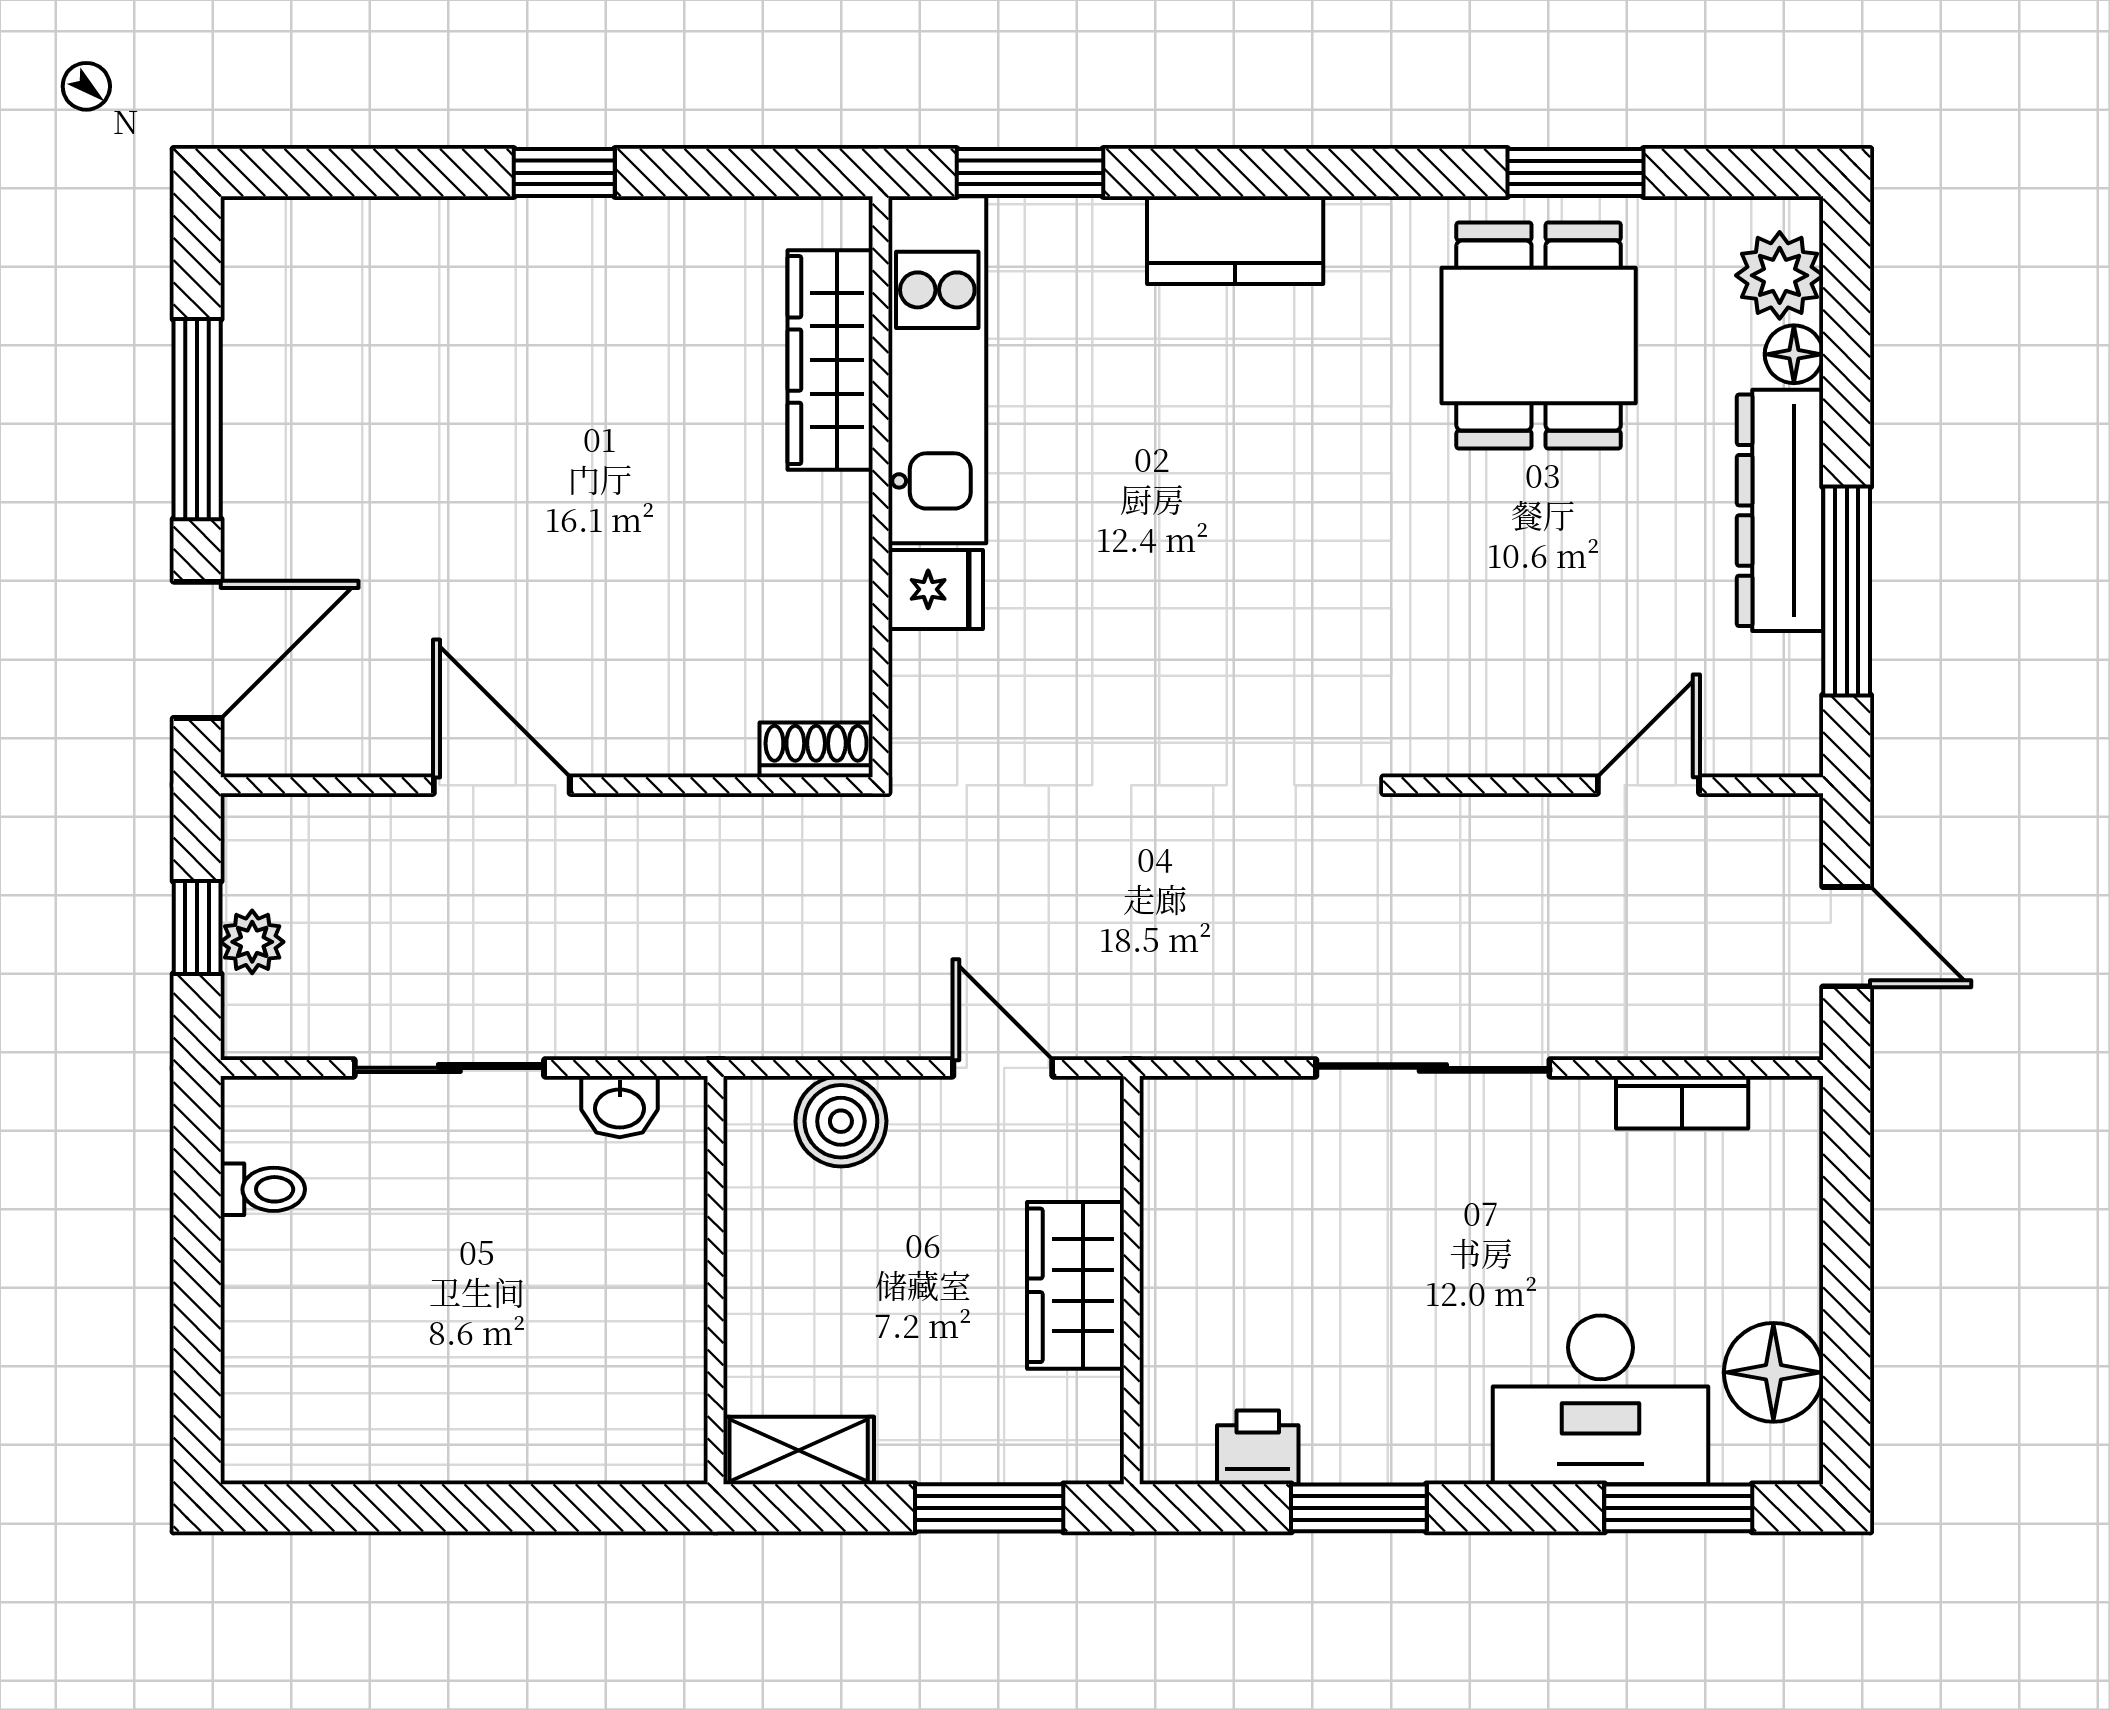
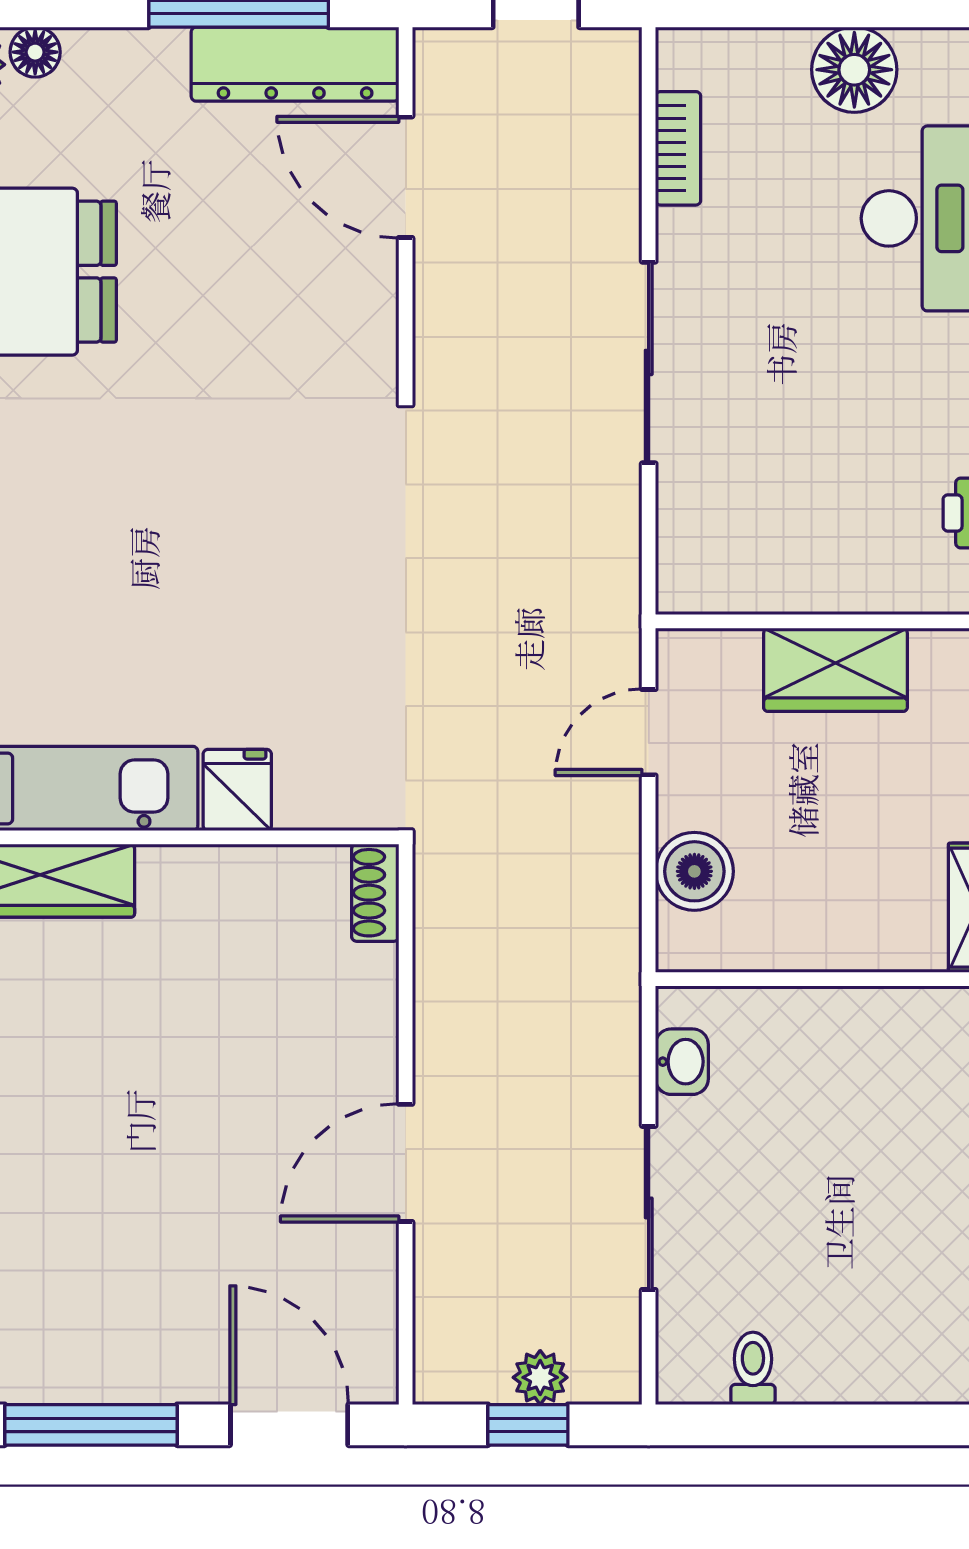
dresser: (1780, 510) -> (295, 64), moved
door: (1648, 785) -> (406, 177), width x1.38
floor lamp: (1773, 1372) -> (854, 70), moved

